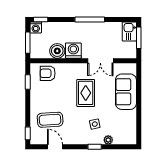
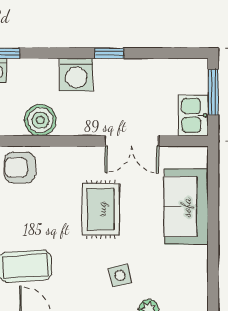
window: (90, 19) -> (109, 53), width x0.46
kitchen sink: (129, 31) -> (193, 115), moved
washing machine: (73, 51) -> (76, 75), moved, turned 180

